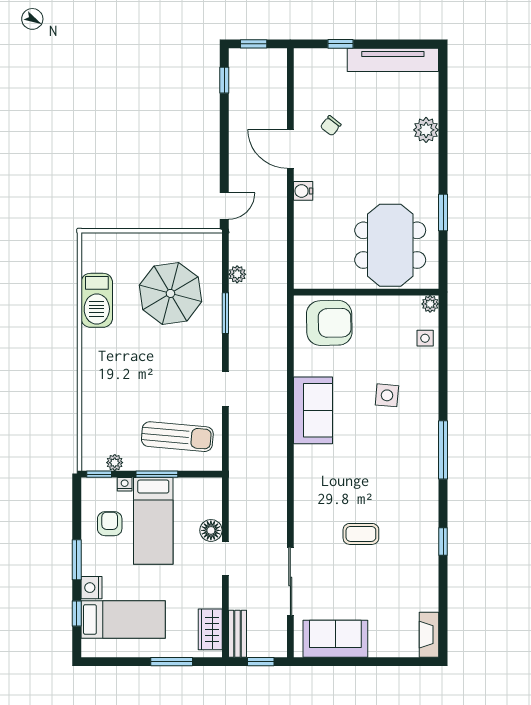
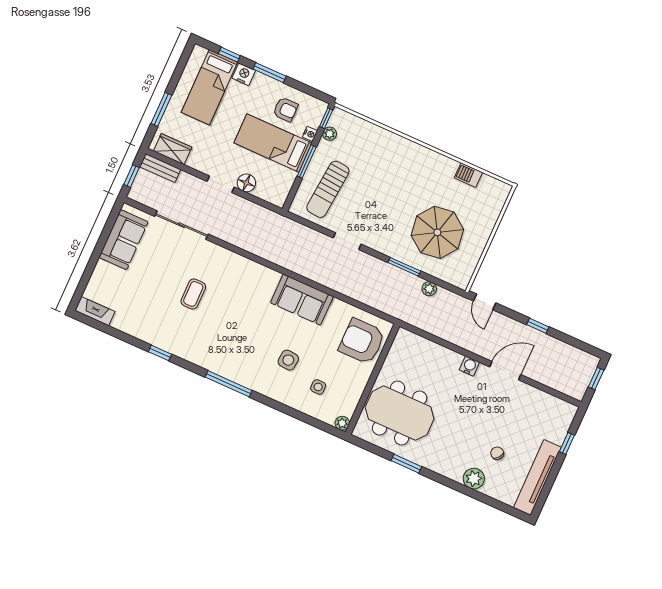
window: (224, 80) -> (538, 326), moved
chair: (331, 126) -> (497, 453), moved
barbecue: (97, 300) -> (468, 175), width x0.53, depth x0.65
armchair: (329, 323) -> (362, 341), turned 91
side table: (425, 338) -> (318, 387), moved

